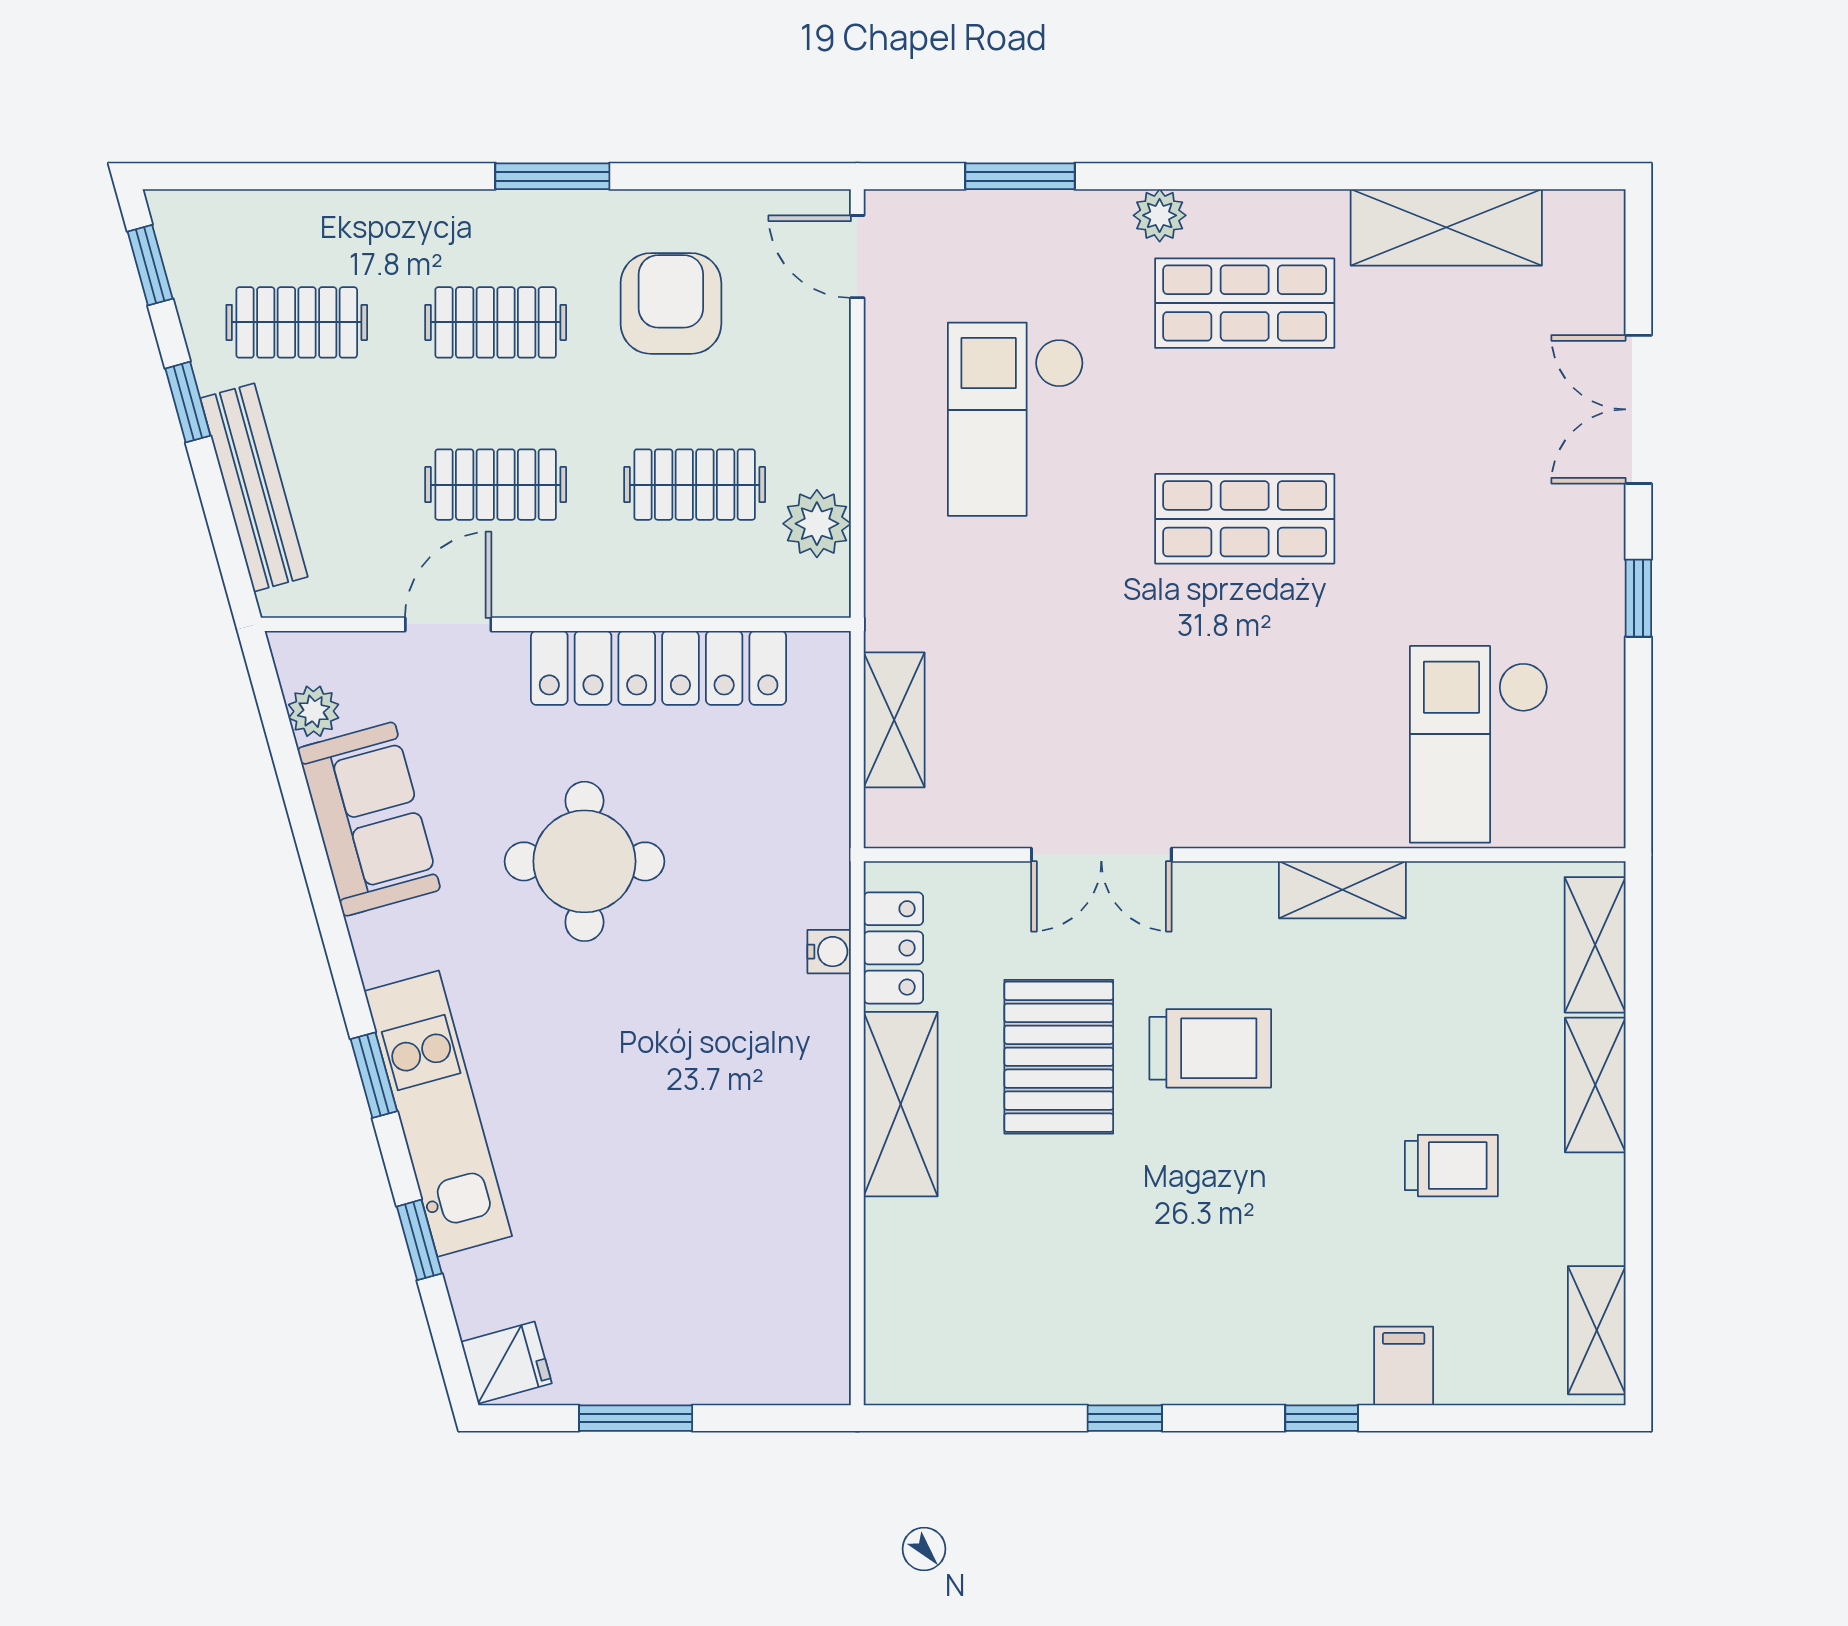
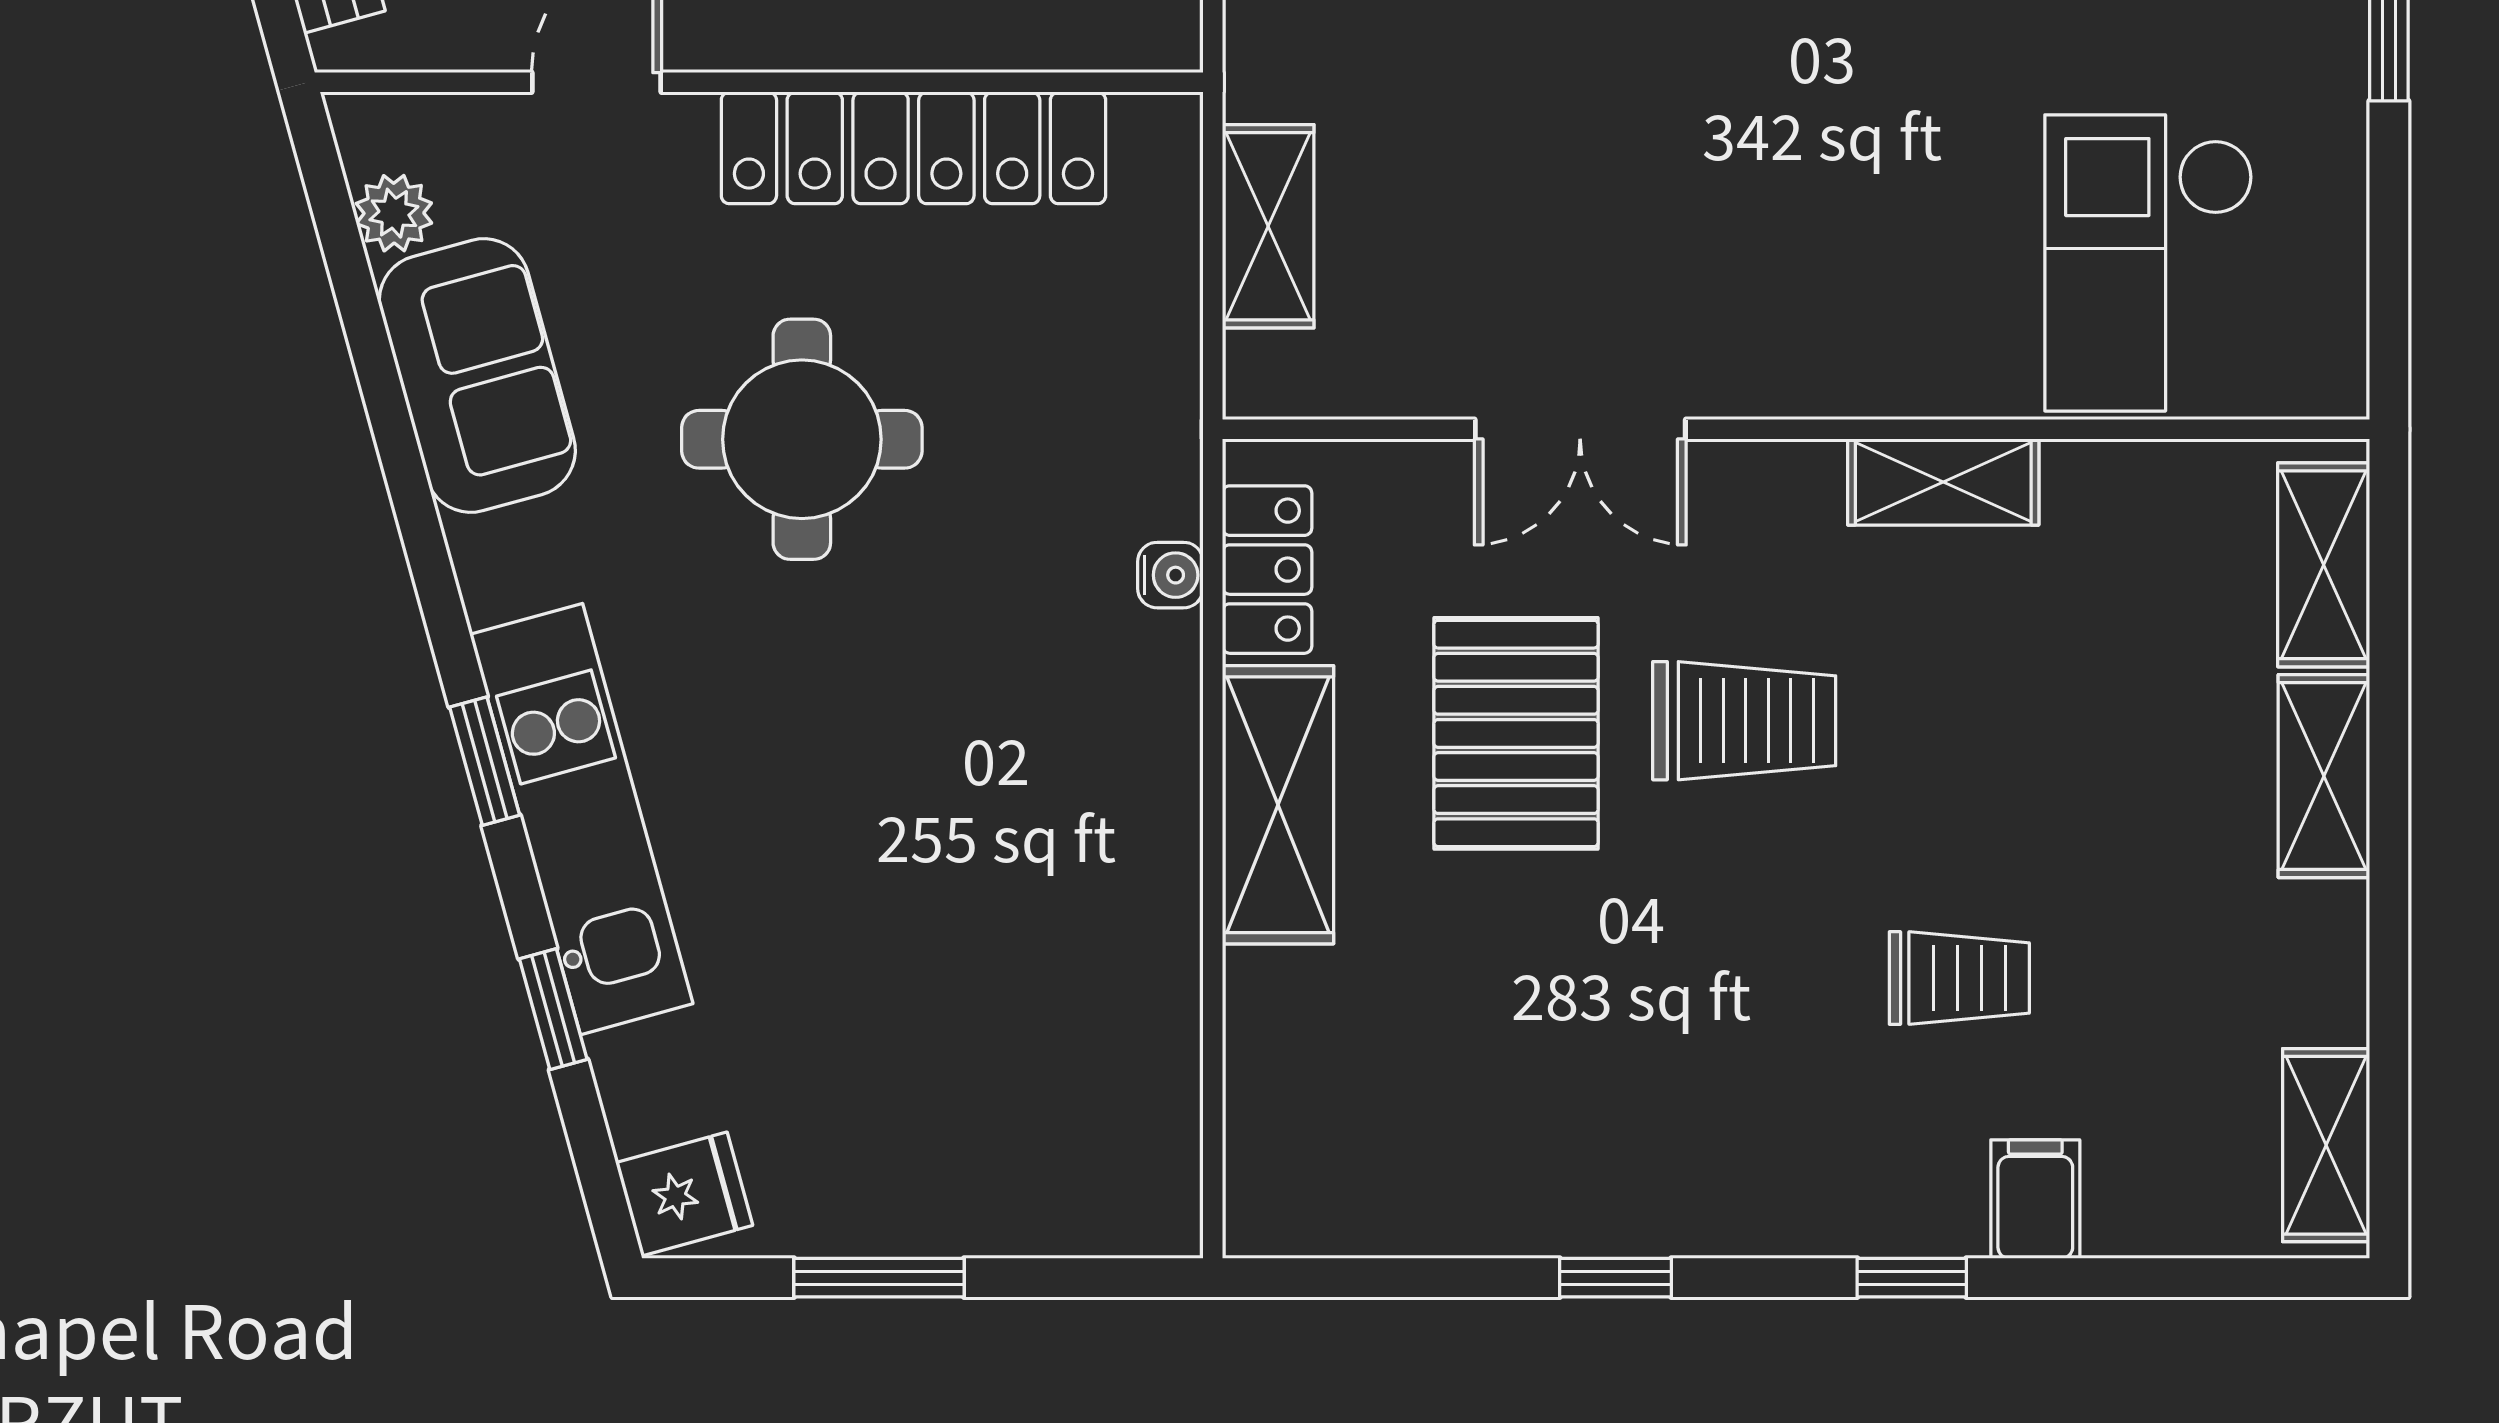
trolley: (1451, 1166) -> (1959, 978), moved

